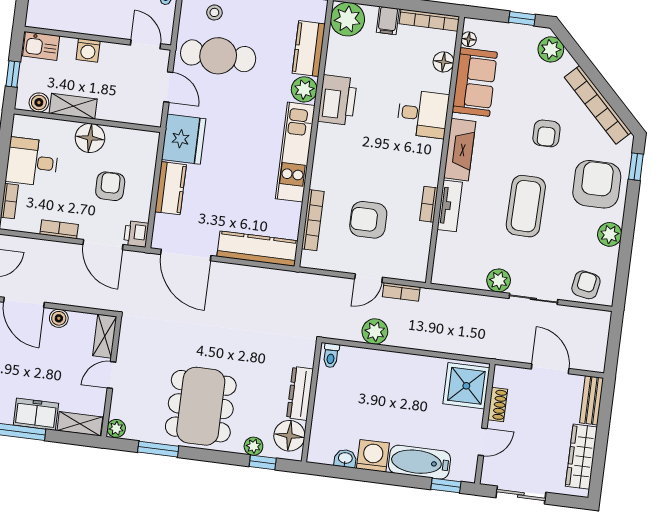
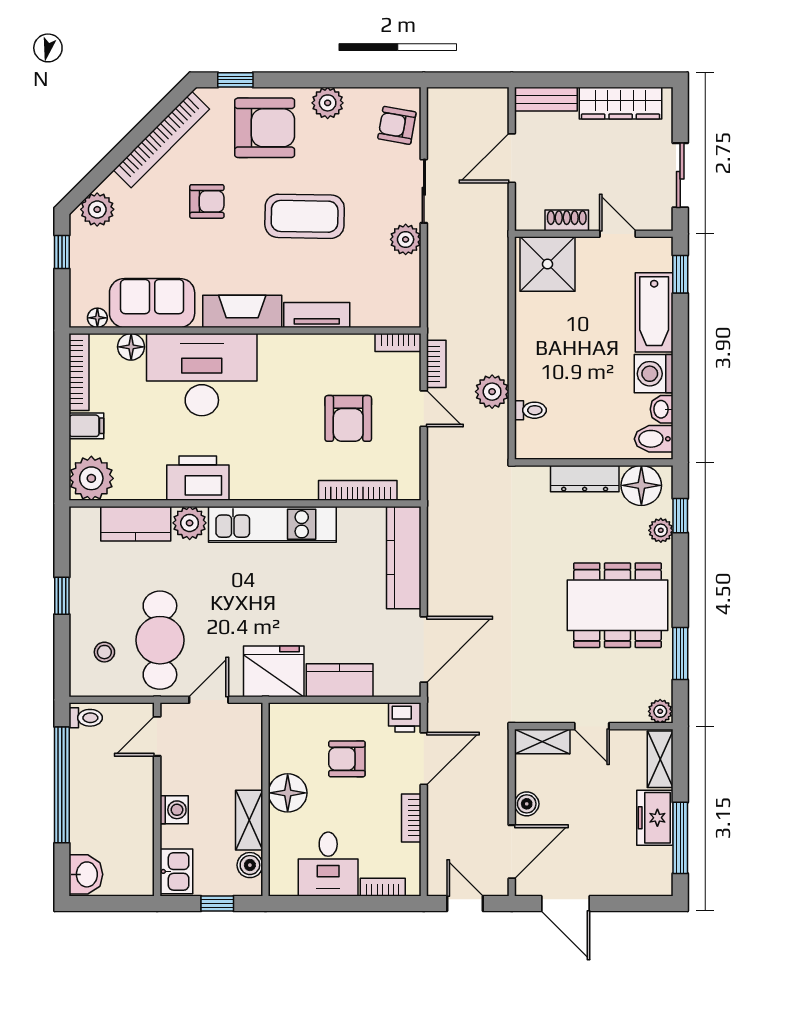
desk: (423, 114) -> (202, 375), width x1.87, depth x1.30
armchair: (597, 184) -> (265, 128), turned 180
bookcase: (429, 204) -> (398, 343), moved
toilet: (331, 356) -> (530, 410), moved
bidet: (324, 450) -> (654, 439), added

